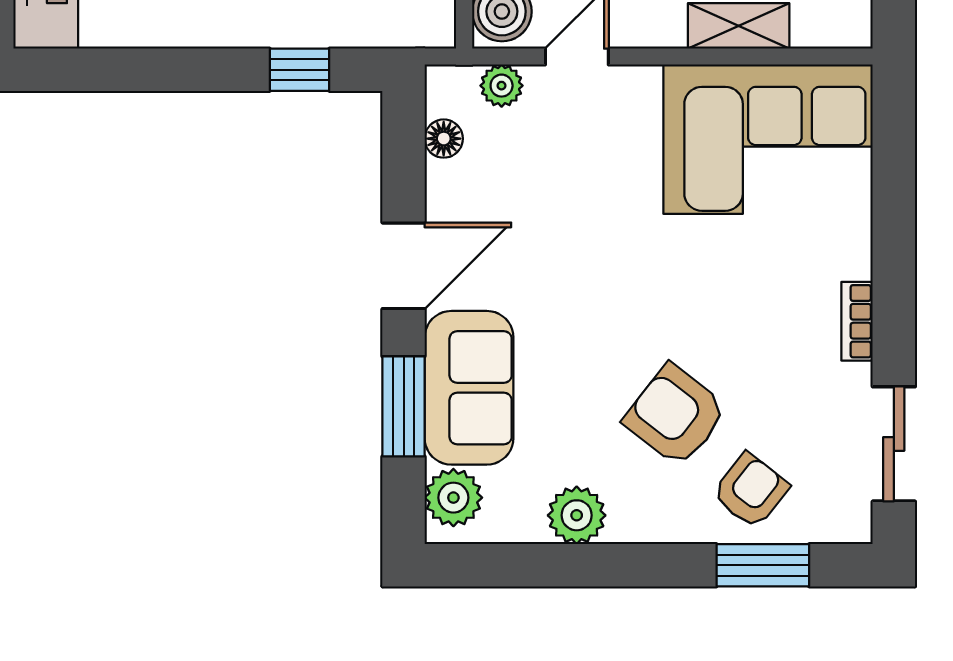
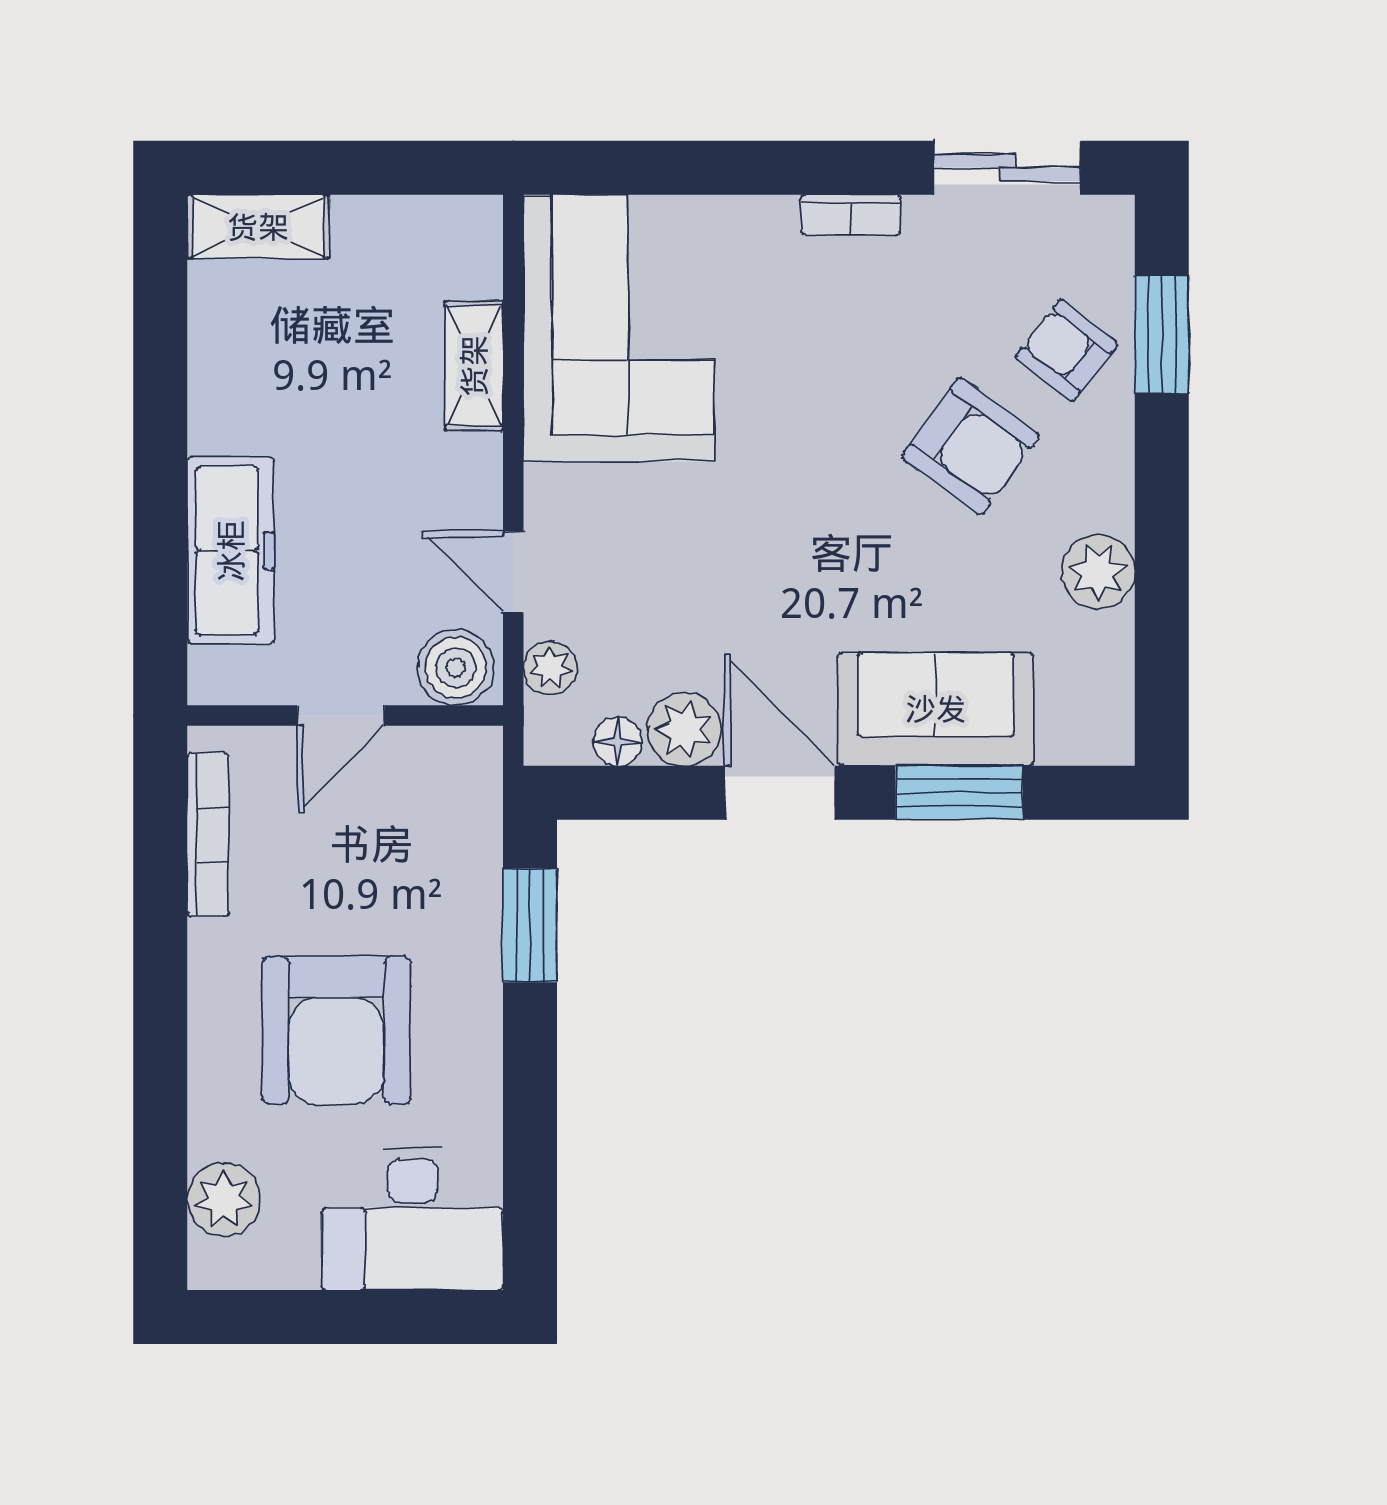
window: (300, 70) -> (530, 925), width x1.50
armchair: (675, 415) -> (971, 446), turned -92
plant: (453, 498) -> (684, 729), moved

